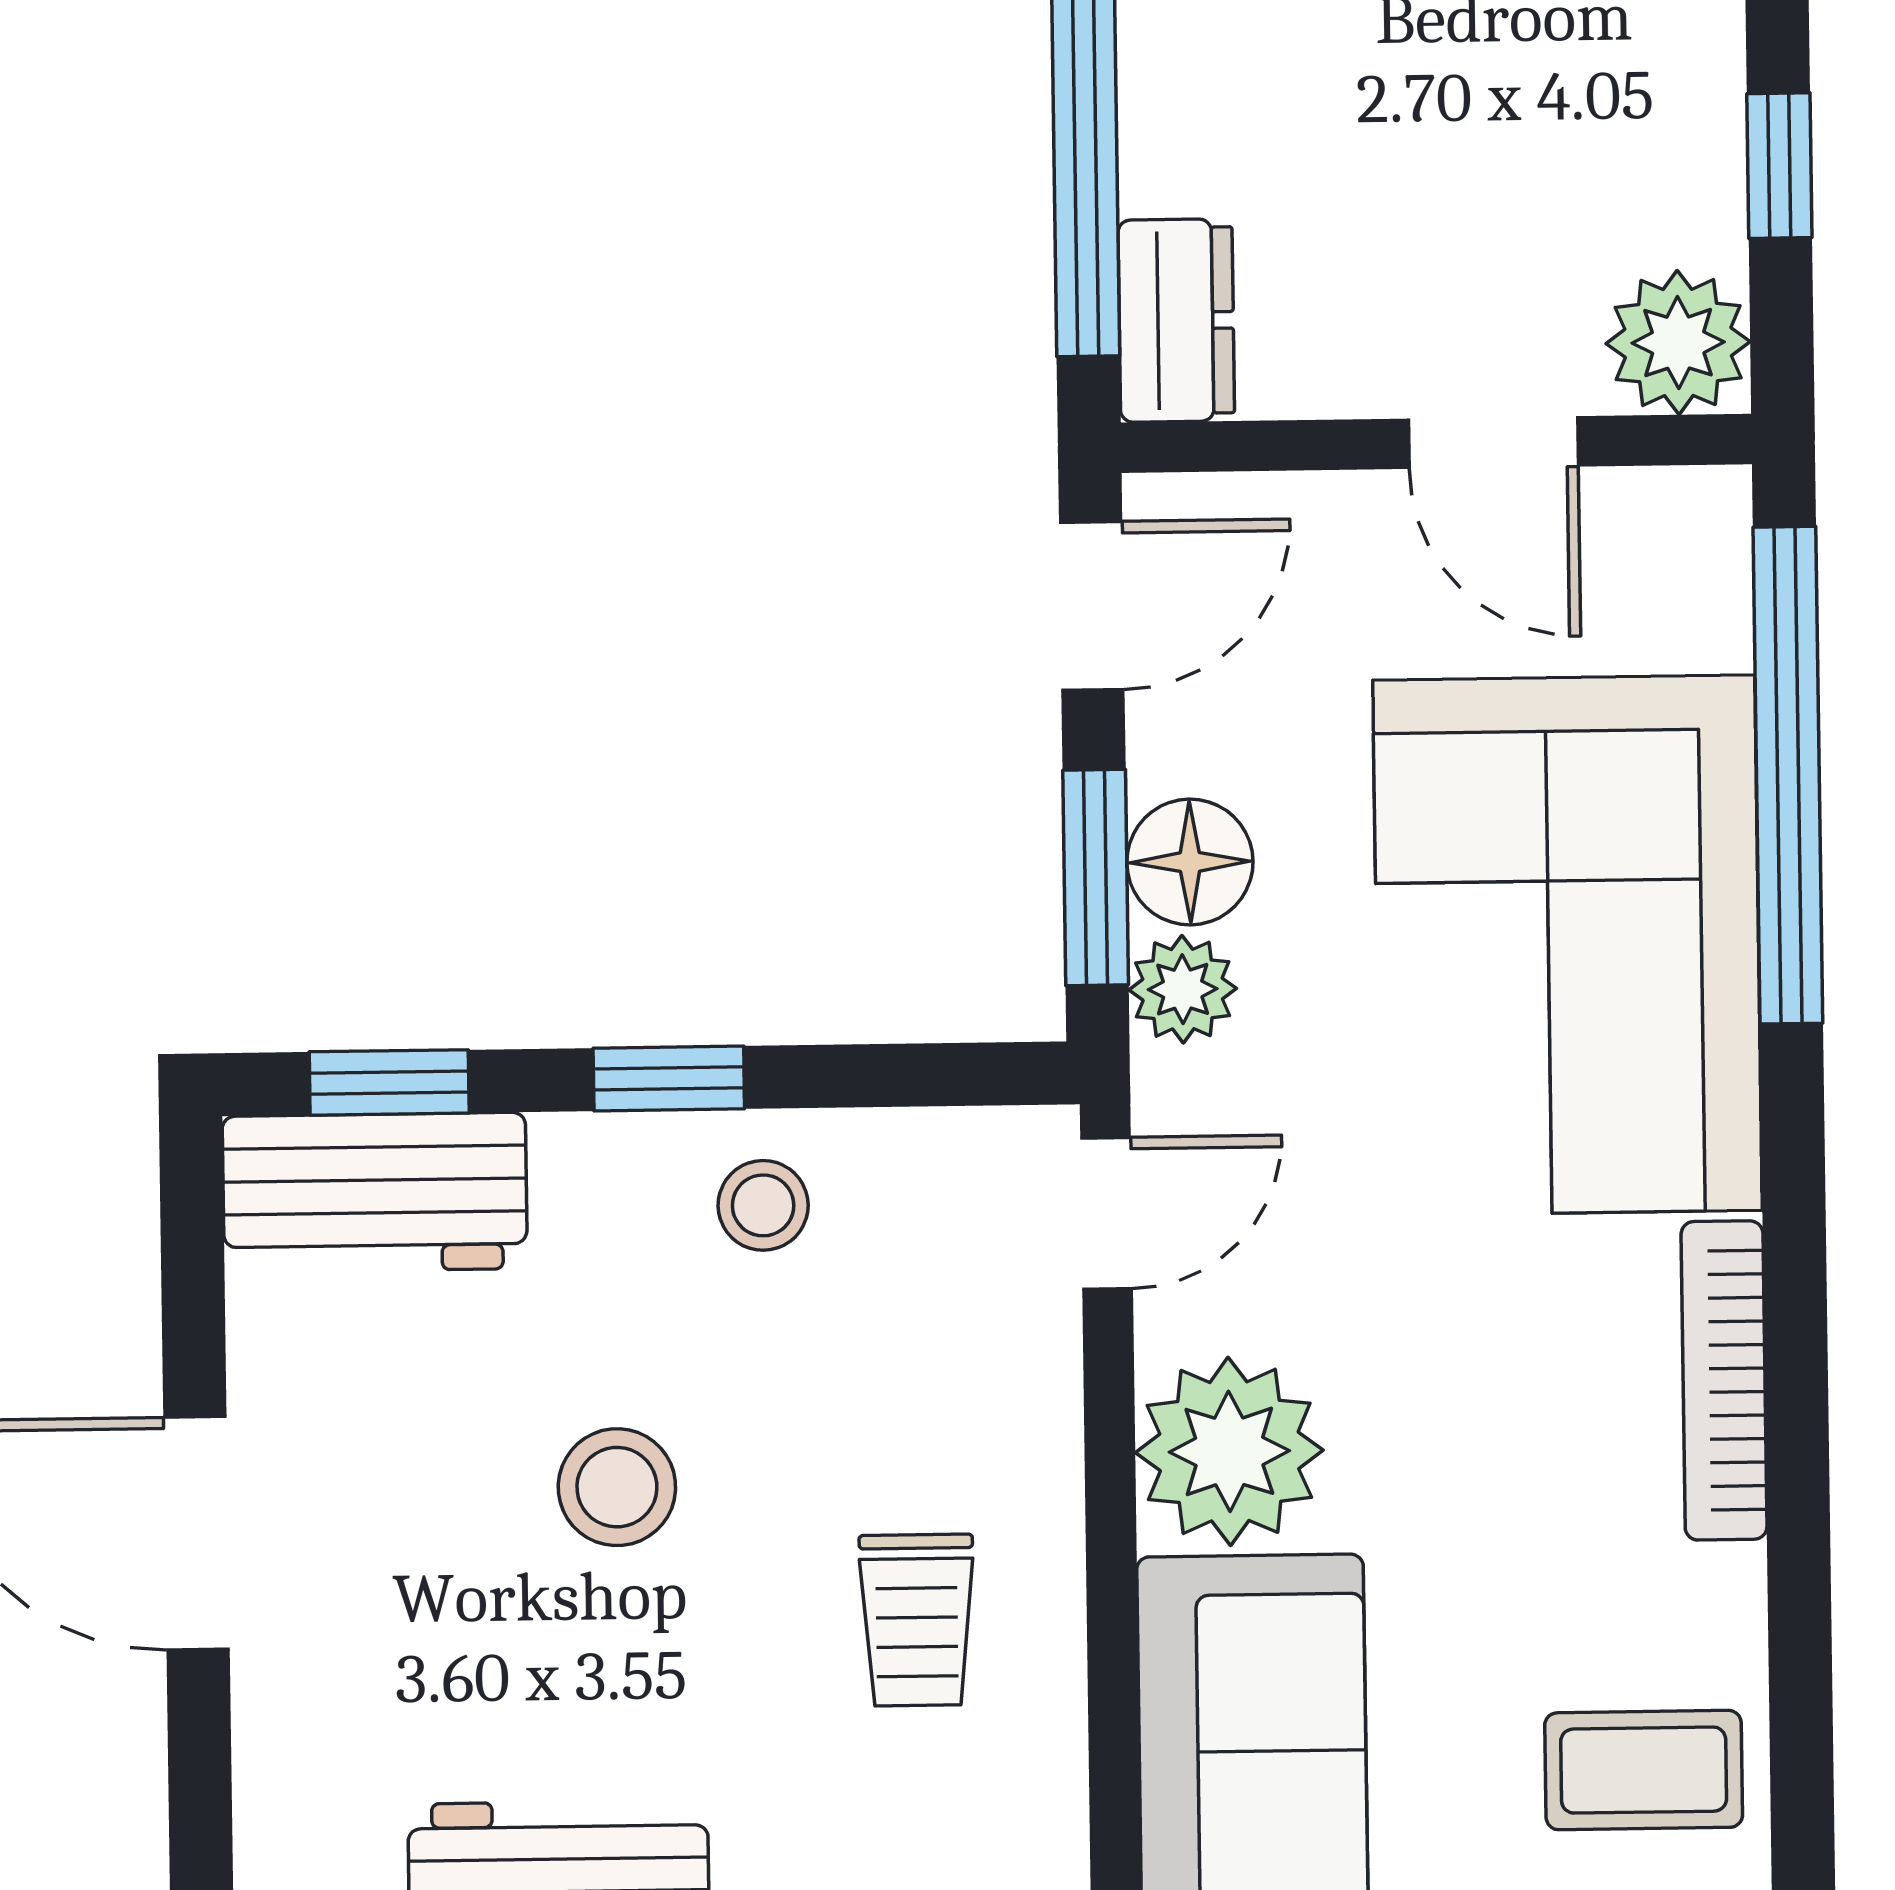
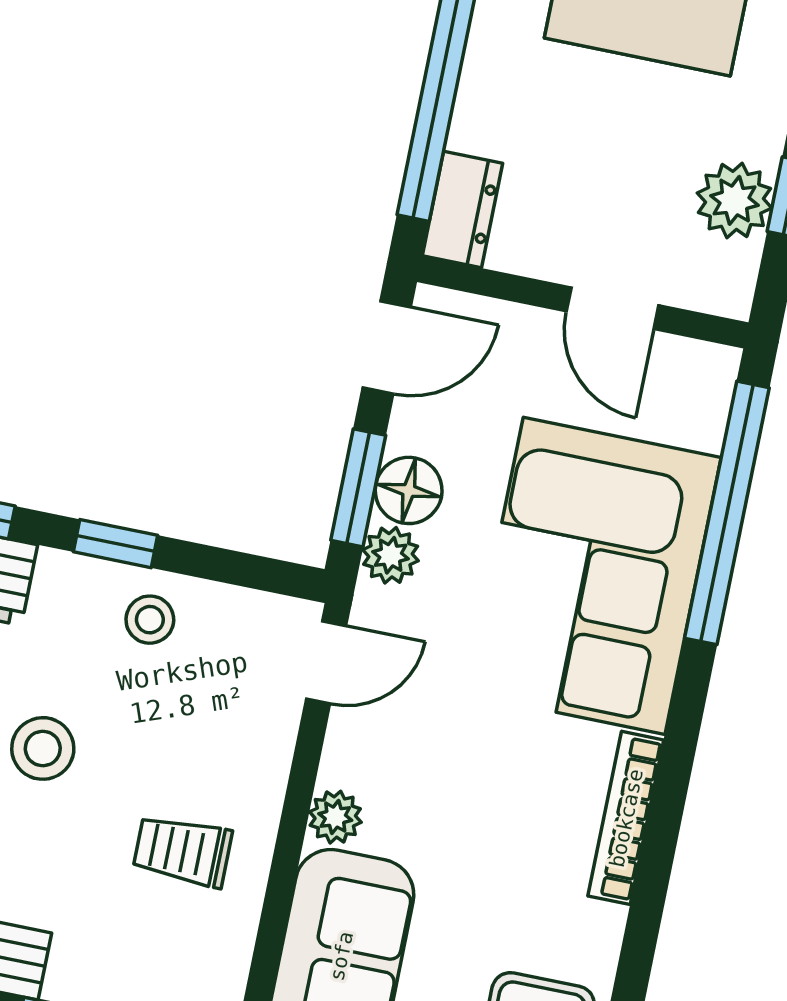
plant: (1678, 343) -> (735, 200), moved
plant: (1229, 1451) -> (335, 817), width x0.53, depth x0.53
trolley: (917, 1620) -> (183, 851), turned 90

